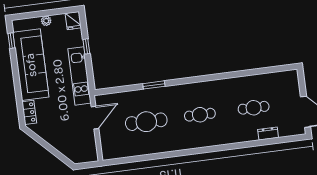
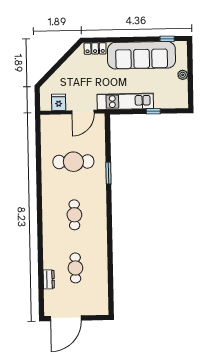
fridge: (73, 21) -> (59, 102), moved, turned 90
door: (95, 118) -> (83, 112), hinge flipped
cafe table: (146, 122) -> (73, 162), turned 90

